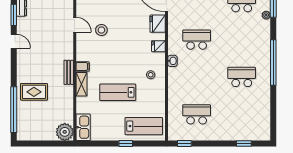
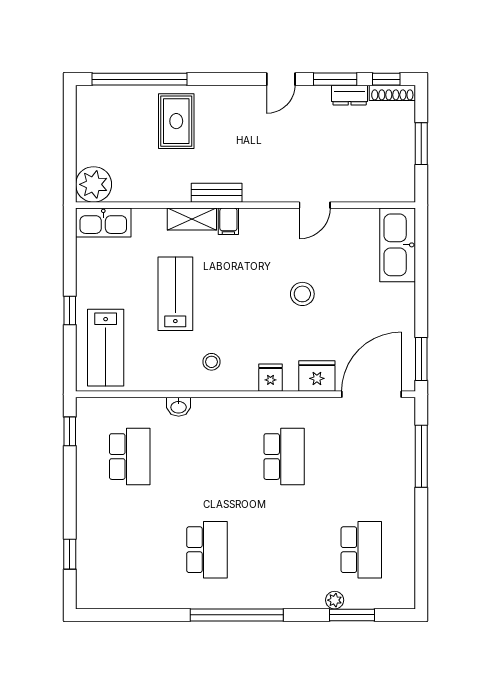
stool: (101, 30) -> (302, 294), moved
washbasin: (172, 61) -> (179, 407), moved

